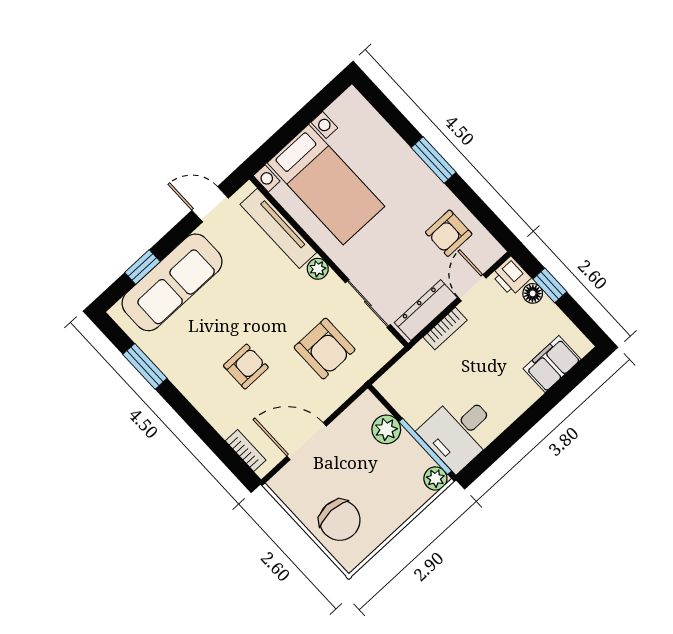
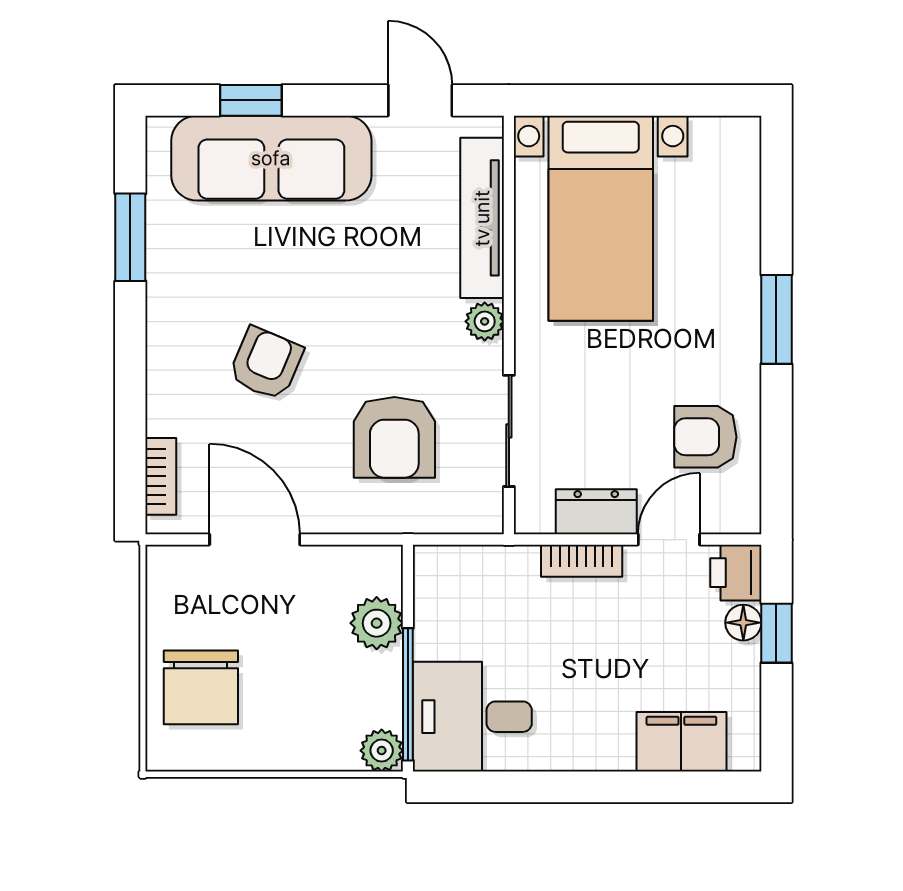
dresser: (426, 310) -> (596, 512), width x0.70
armchair: (246, 367) -> (266, 363), turned -67

